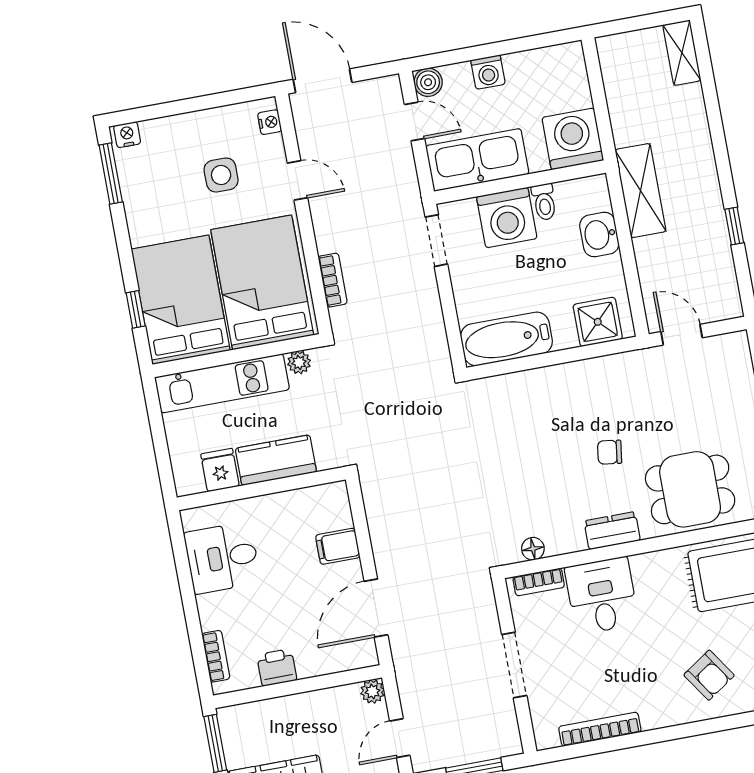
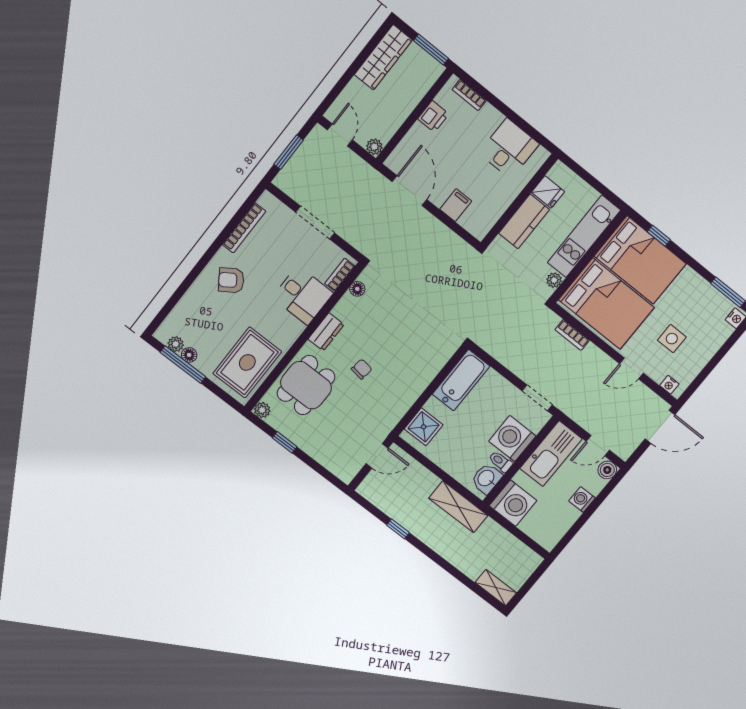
washbasin: (599, 234) -> (486, 478), moved, turned -90
armchair: (709, 675) -> (231, 280), moved

